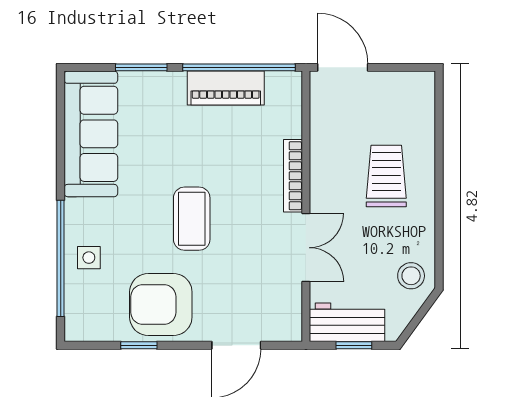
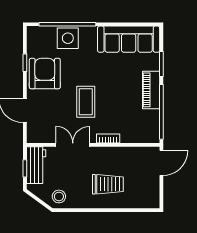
piano: (226, 88) -> (151, 90), moved
bookcase: (293, 176) -> (108, 138), width x0.64
coffee table: (192, 219) -> (86, 102), moved, turned 90
double door: (306, 248) -> (73, 145), swing flipped
side table: (89, 258) -> (68, 38), width x1.87, depth x1.87

